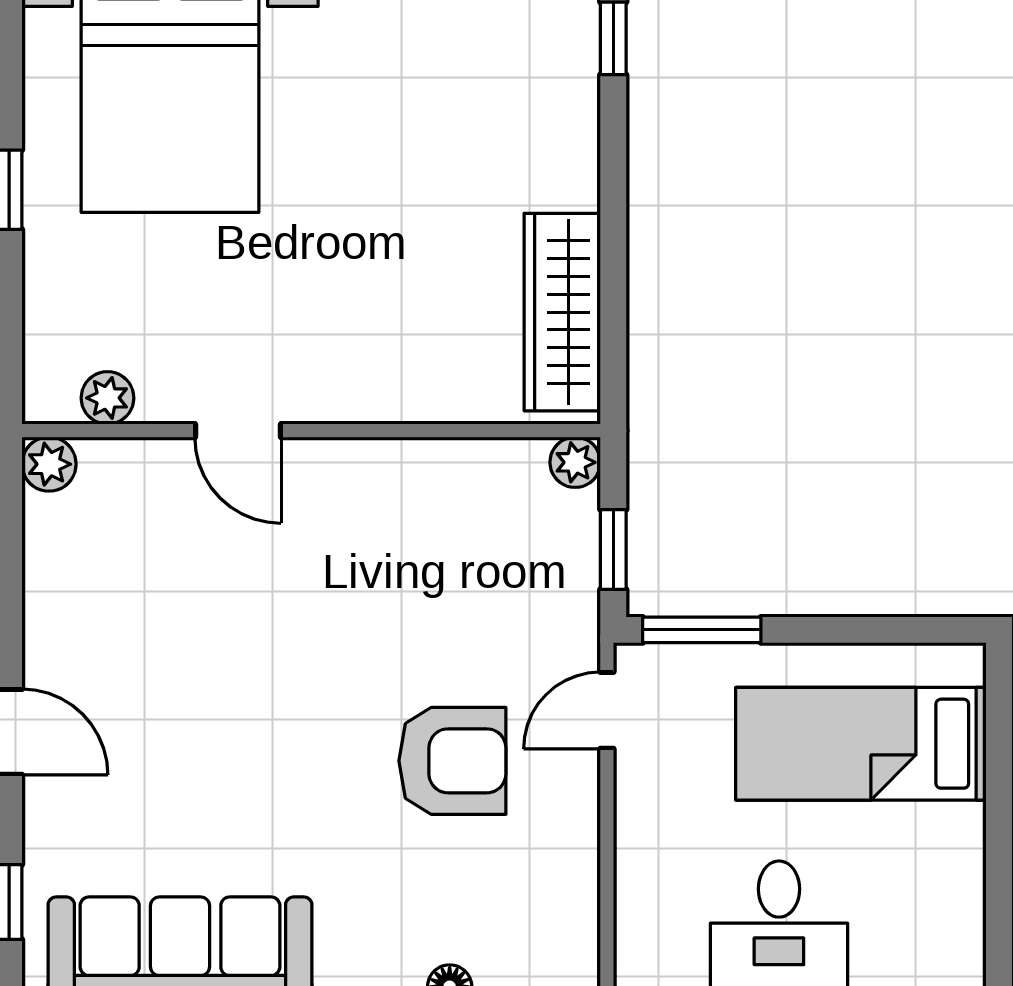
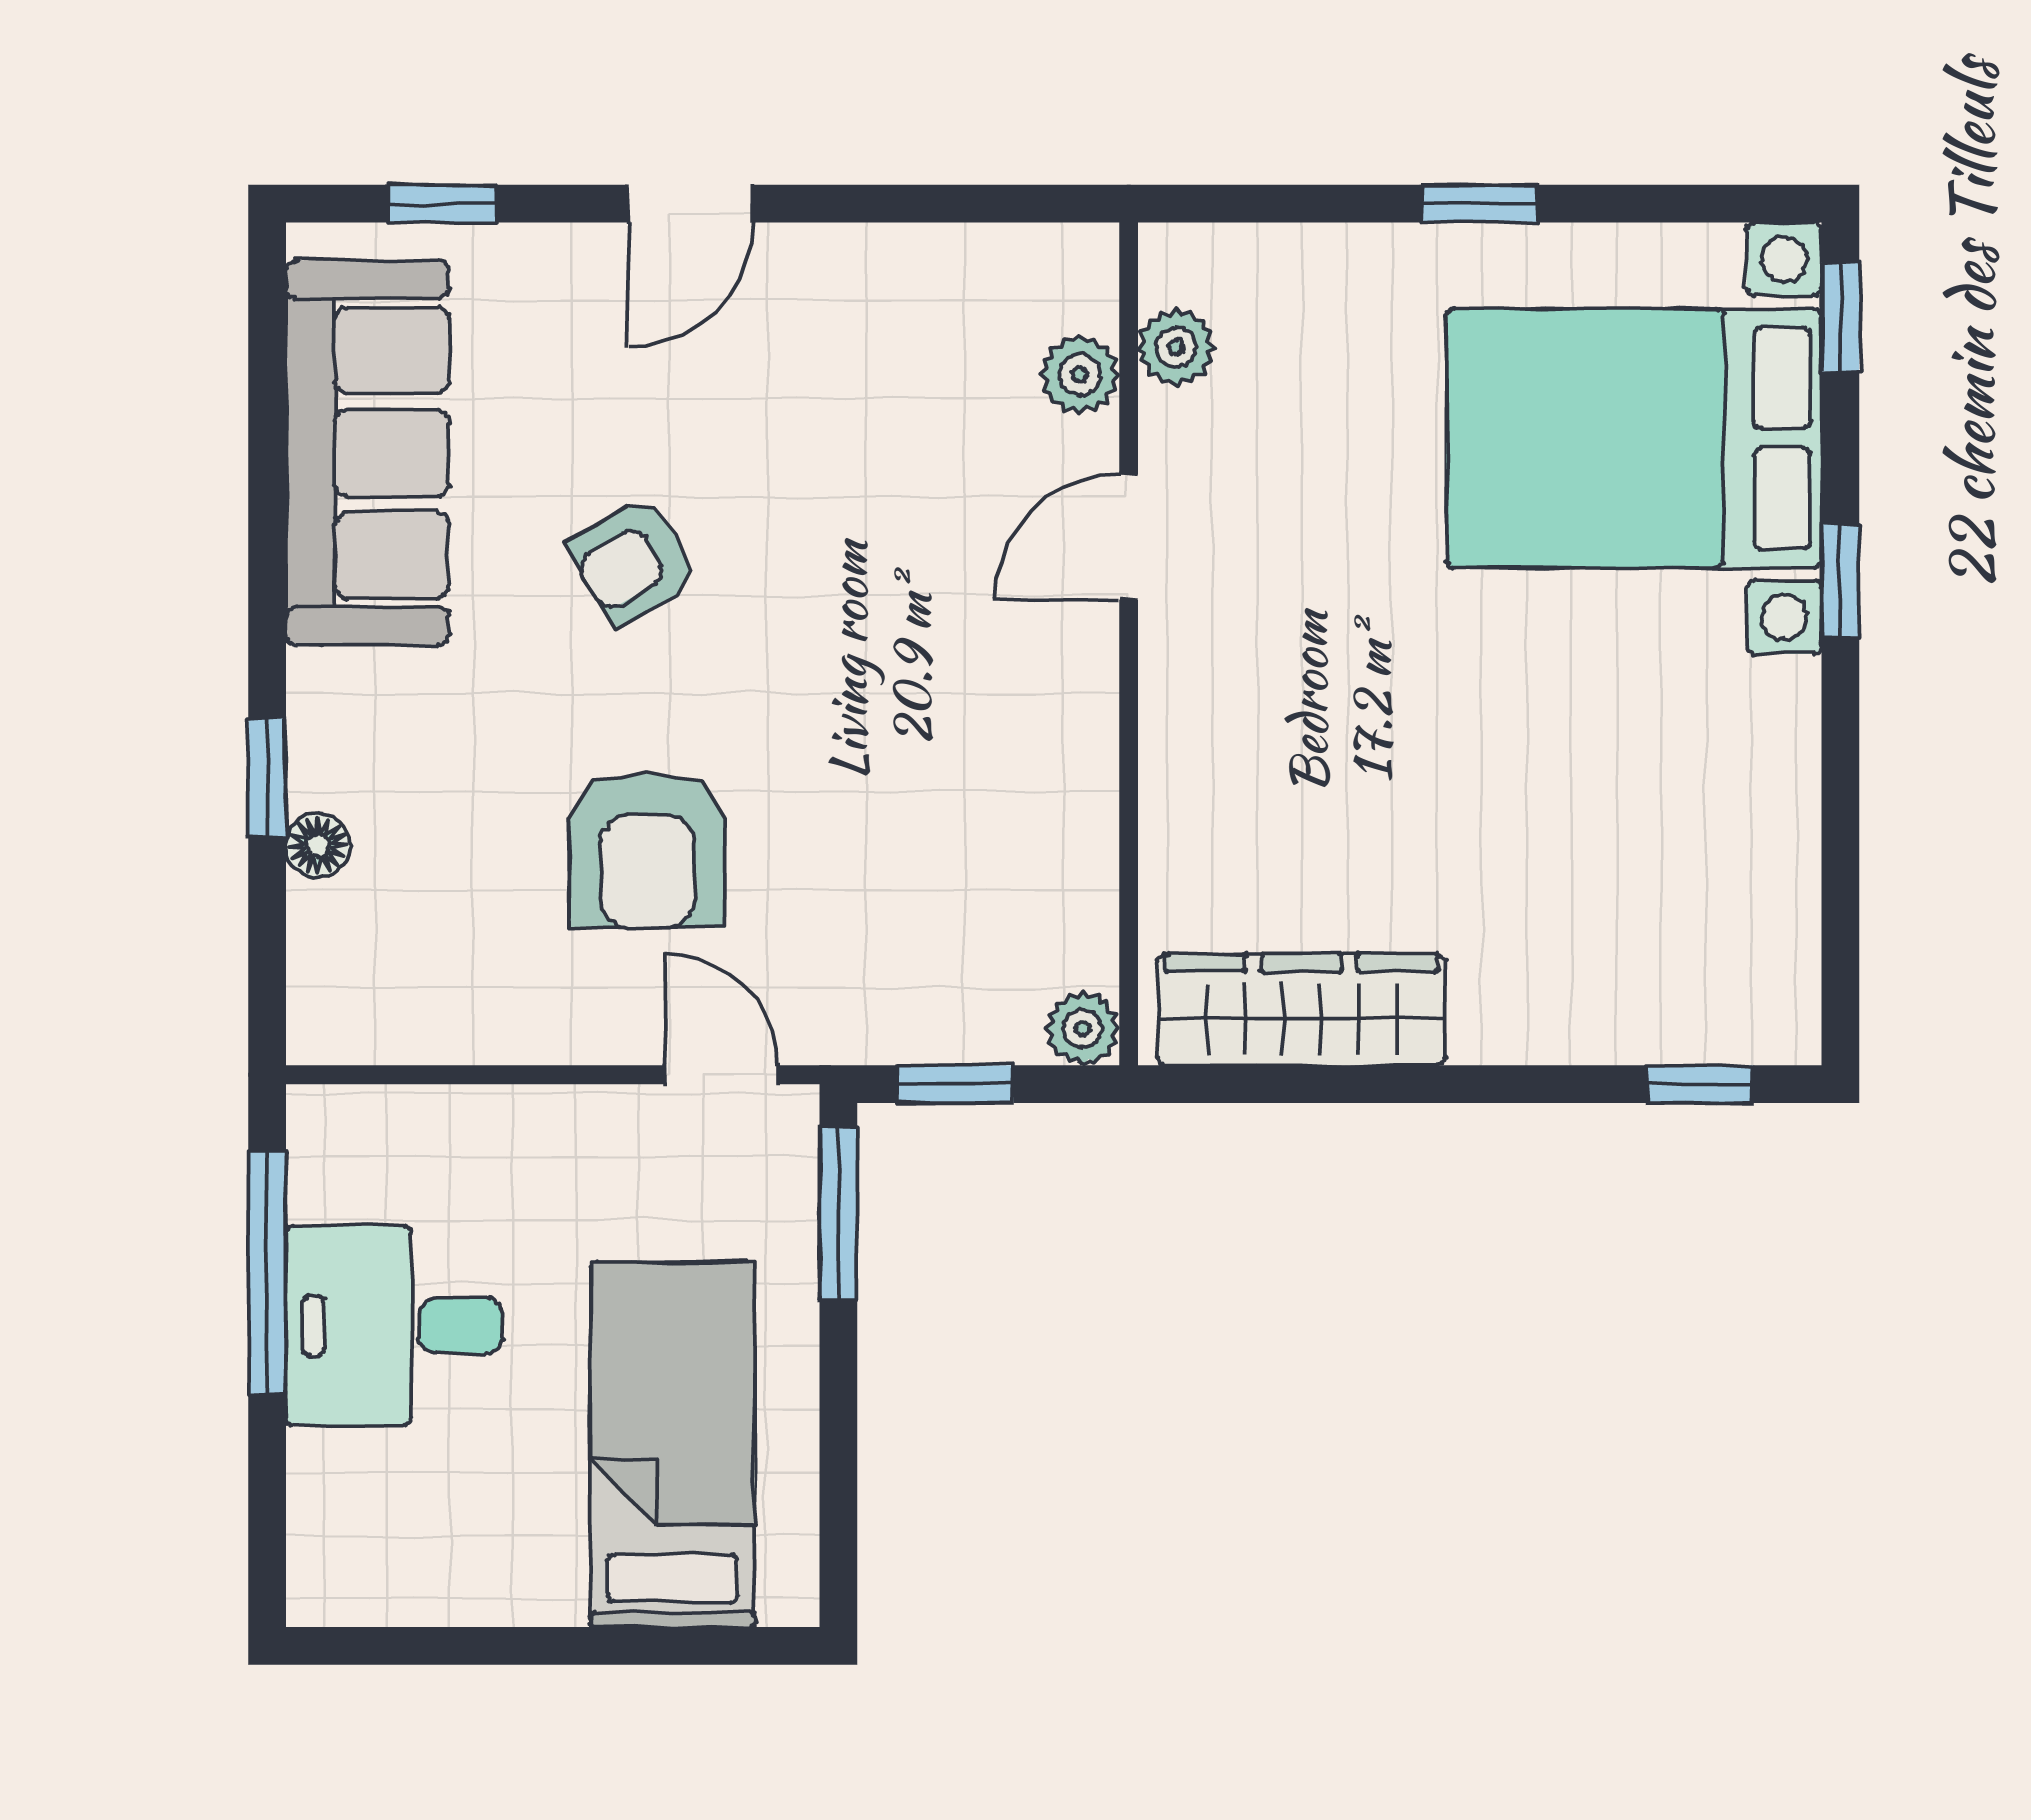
plant: (49, 464) -> (1080, 375), moved
armchair: (254, 770) -> (634, 561), added

